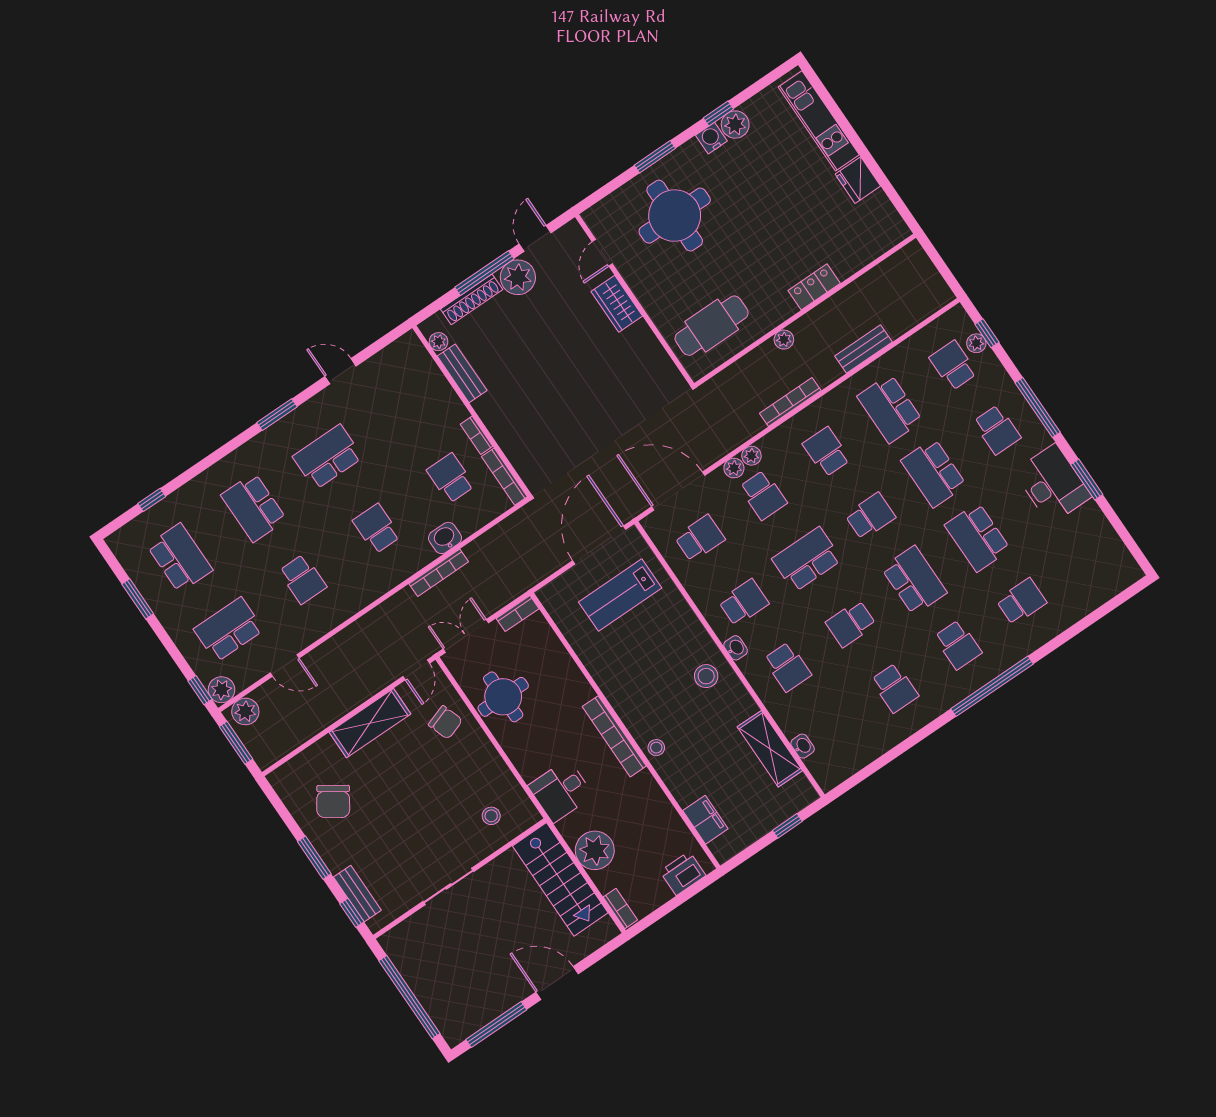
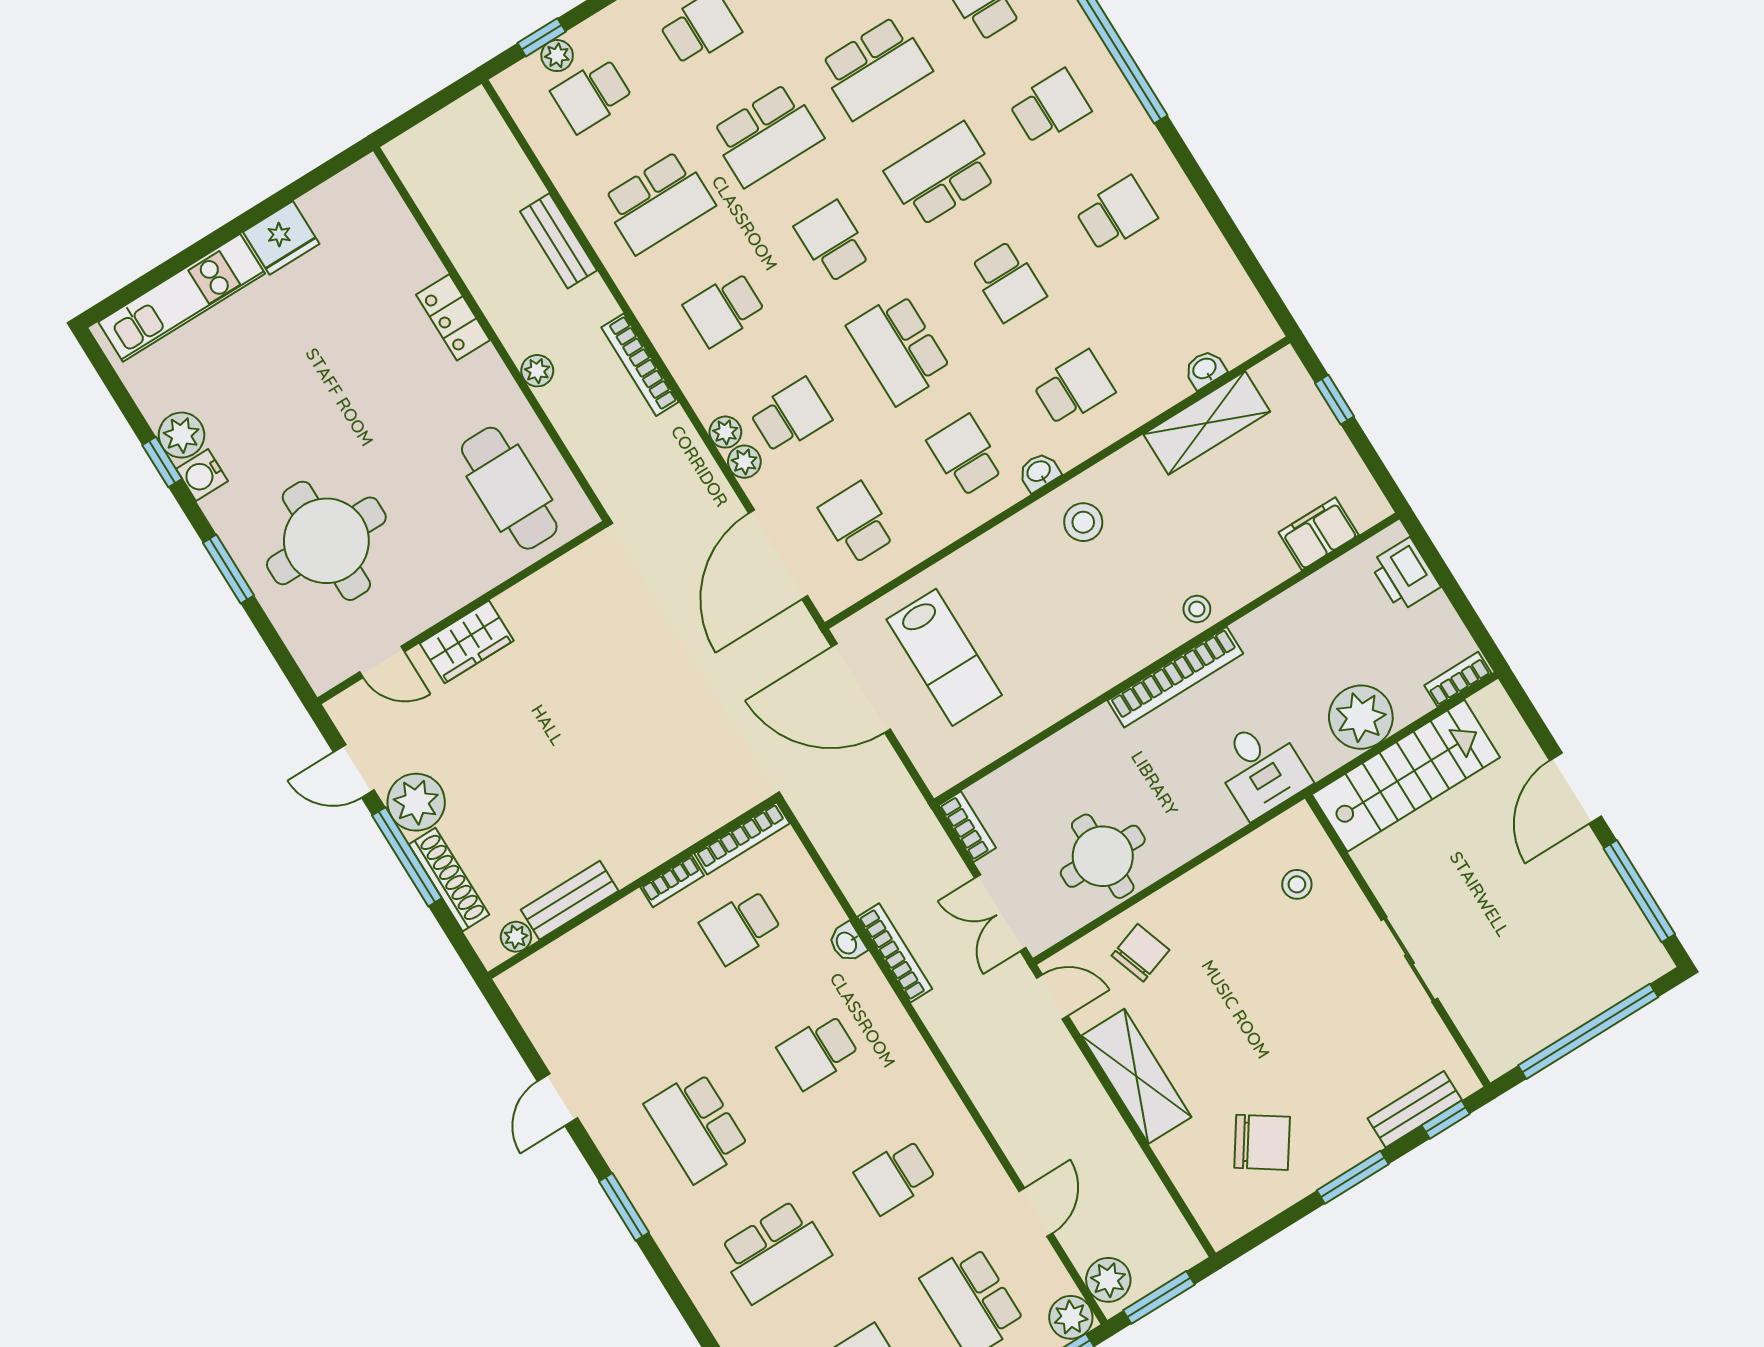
washbasin: (445, 538) -> (847, 943), width x0.72, depth x0.69
school desk: (303, 579) -> (895, 1176), turned 180

